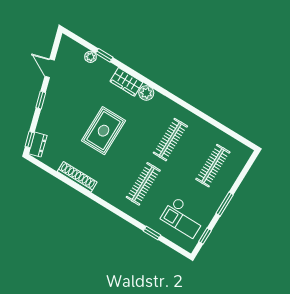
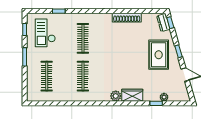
rug: (104, 131) -> (159, 55), moved
checkout: (183, 217) -> (45, 33), turned -90

